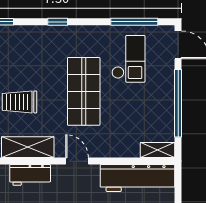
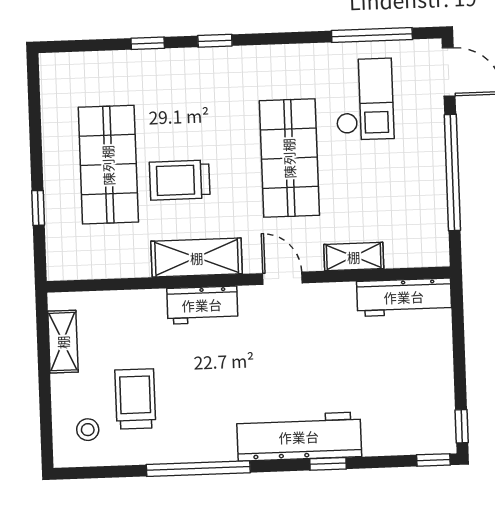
window: (58, 22) -> (215, 41), moved
shelving: (158, 150) -> (354, 257), moved
workbench: (137, 178) -> (404, 297), width x0.73, depth x0.76

